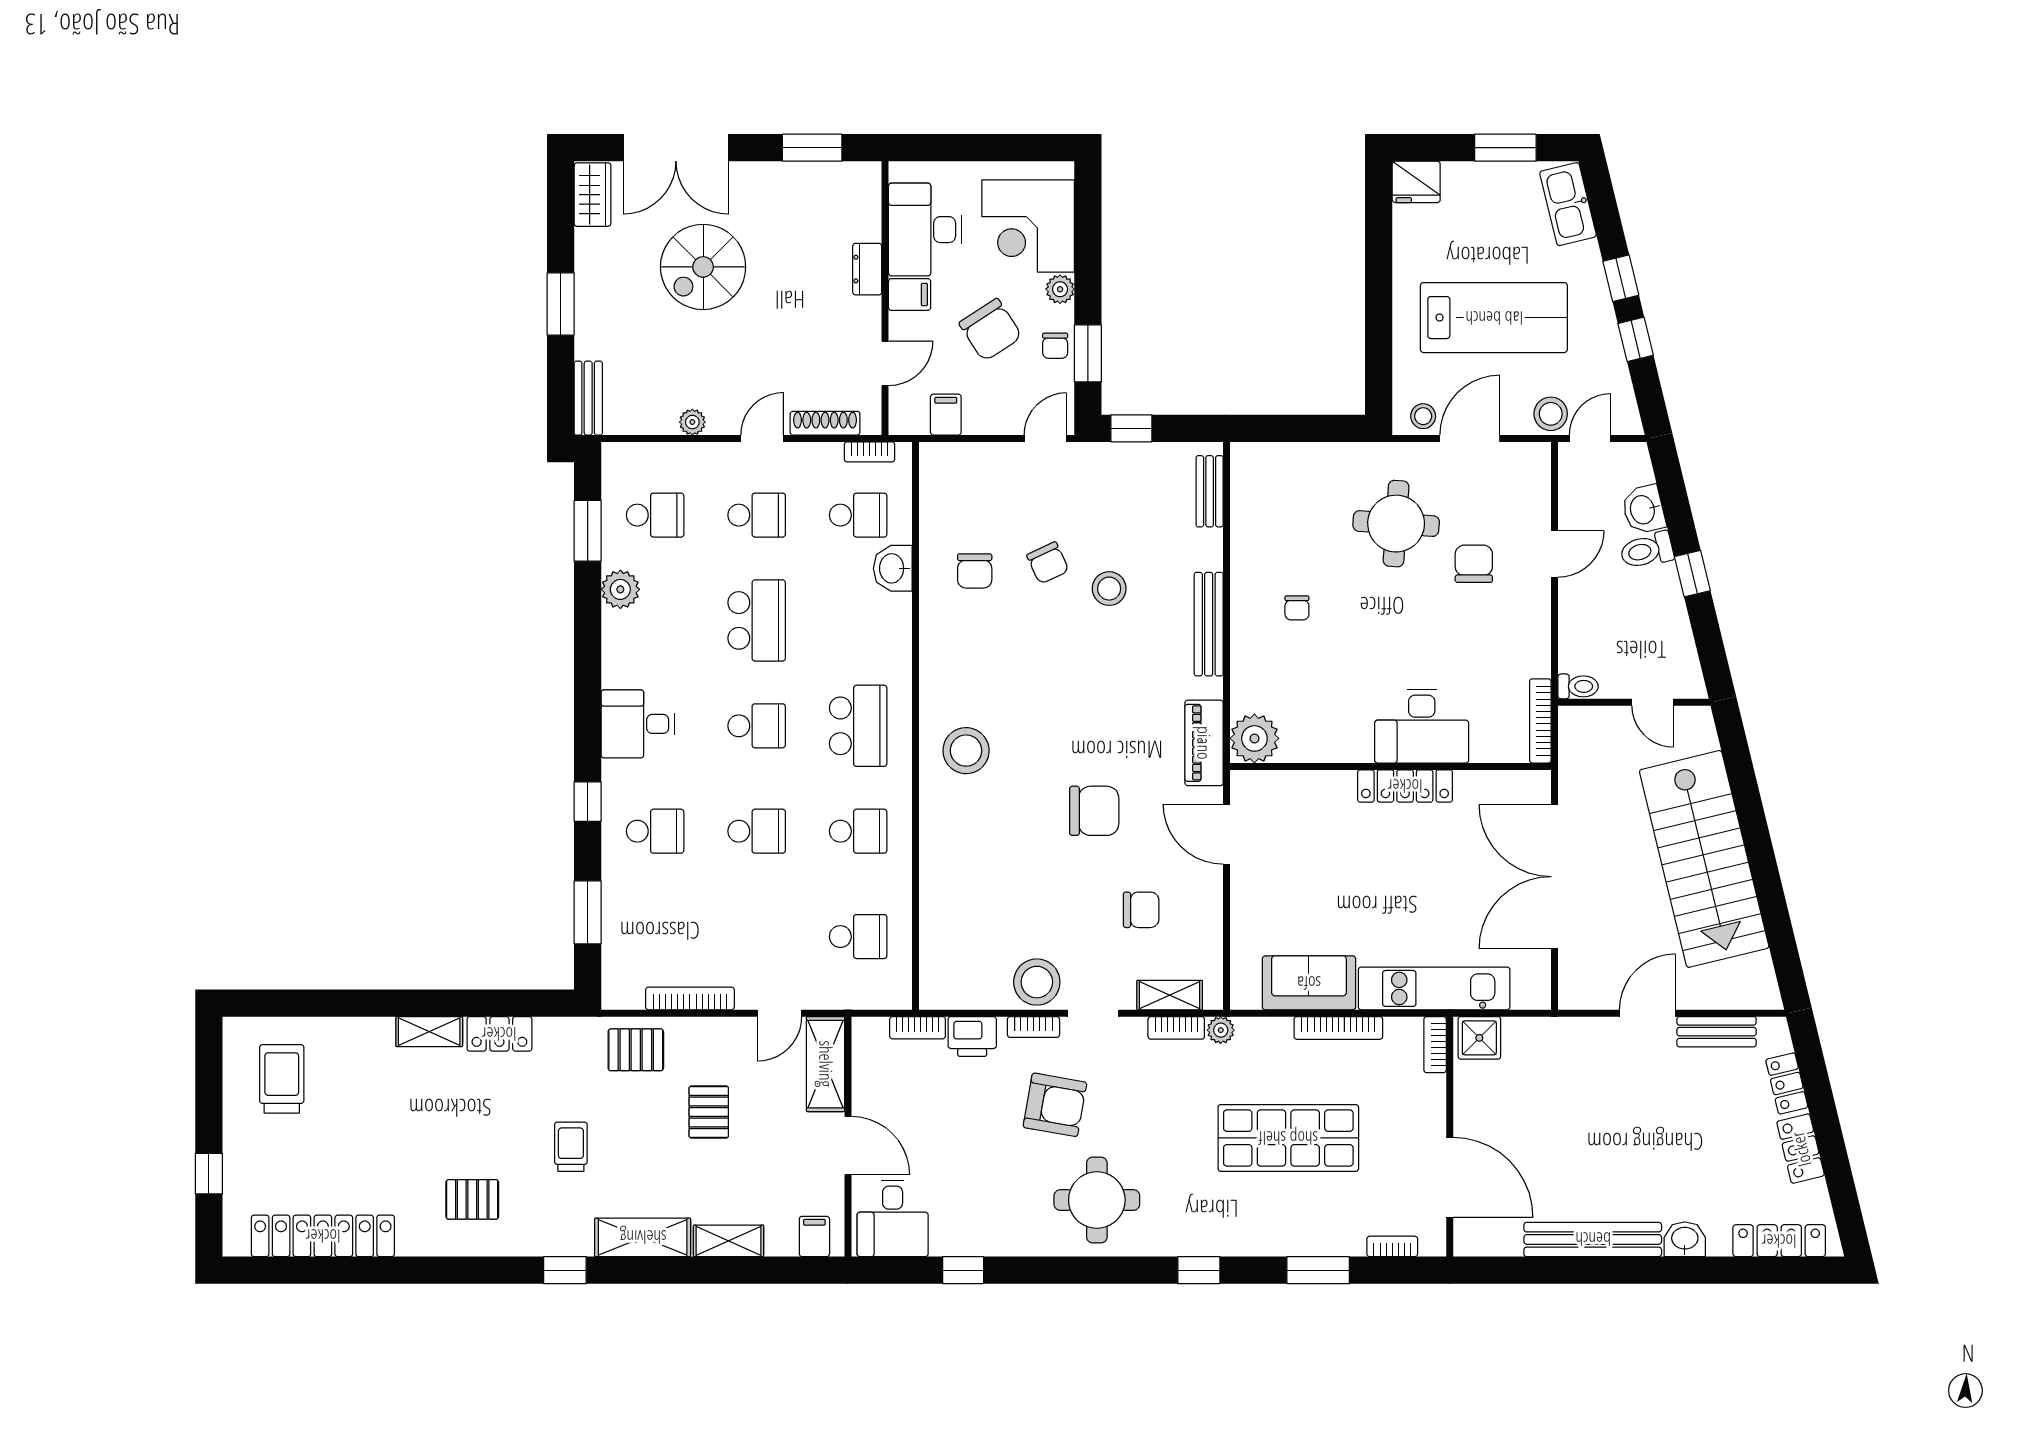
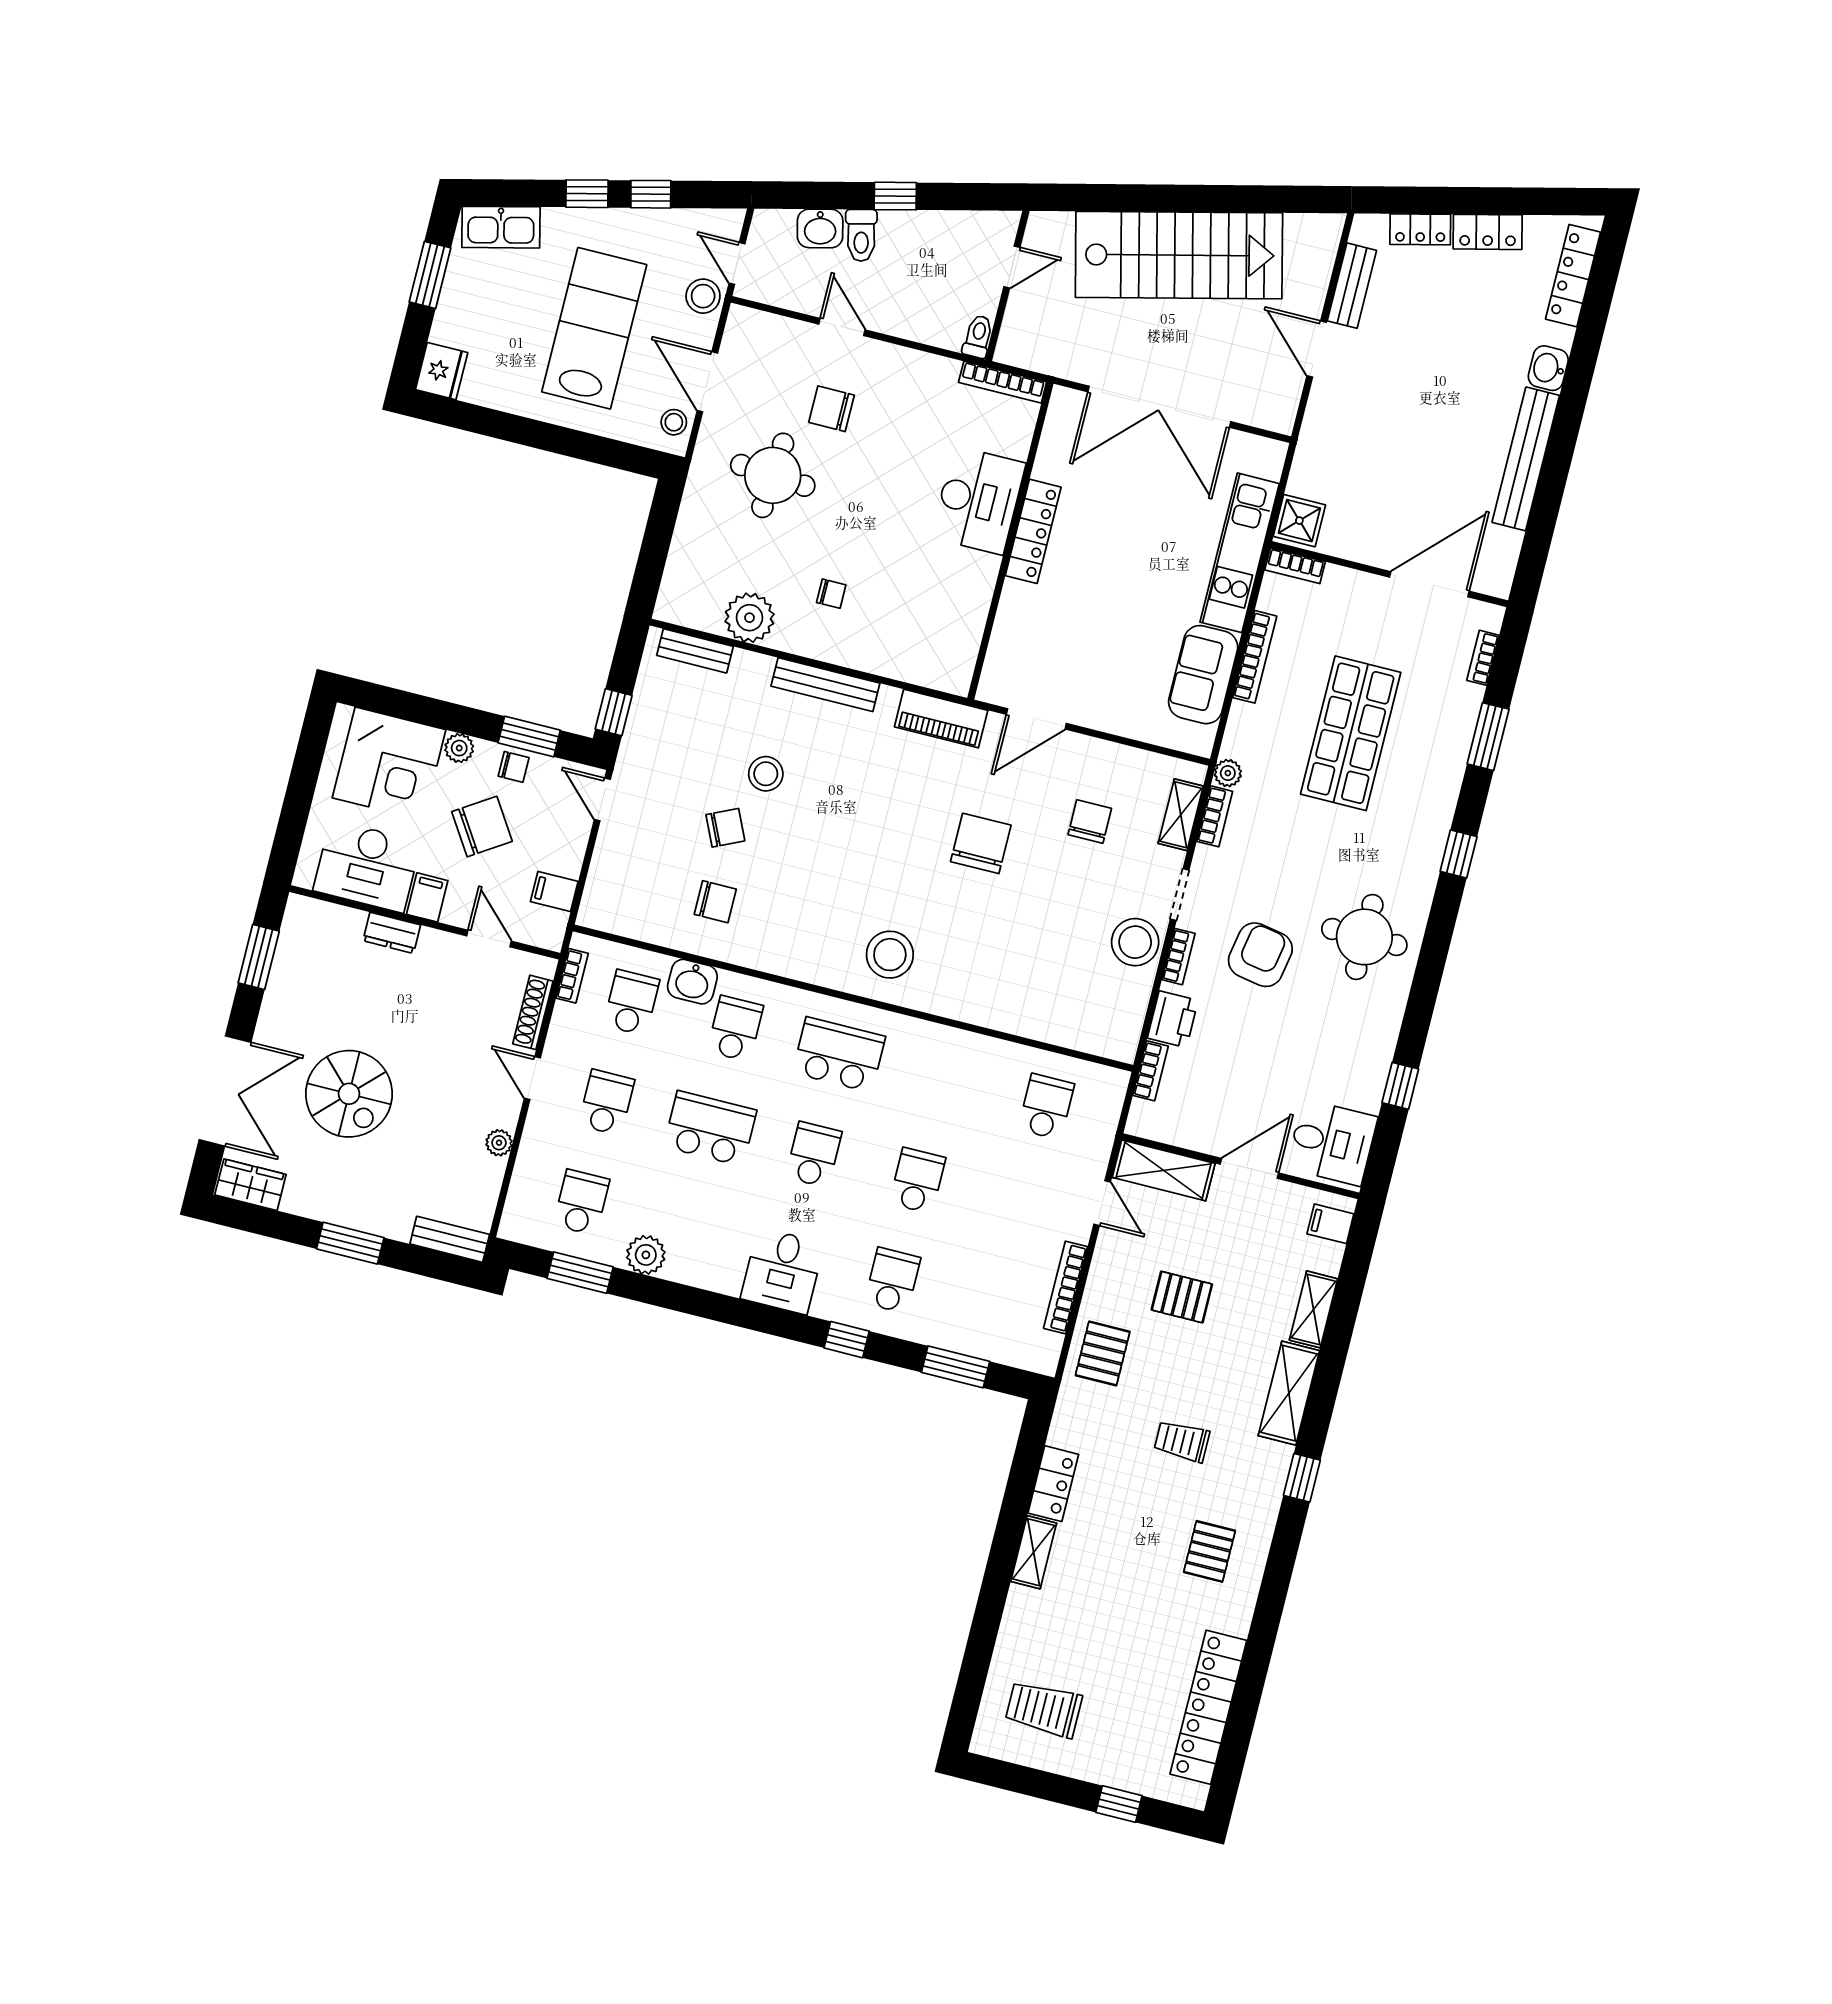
plant: (1254, 738) -> (750, 618), moved
school desk: (858, 831) -> (735, 1029), moved

